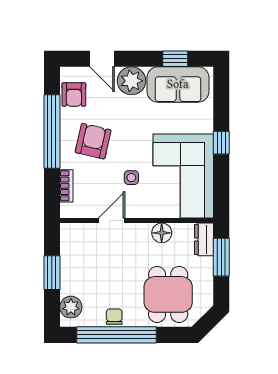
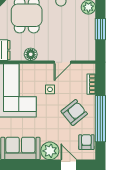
window: (175, 59) -> (22, 165), removed
armchair: (93, 141) -> (74, 112), turned -142

